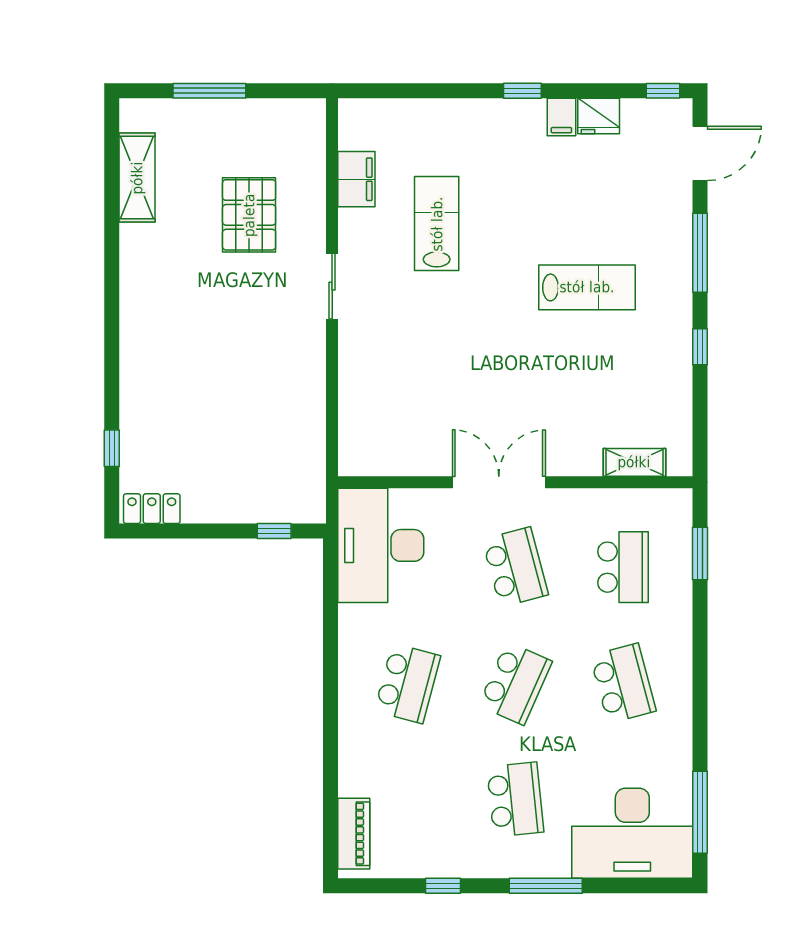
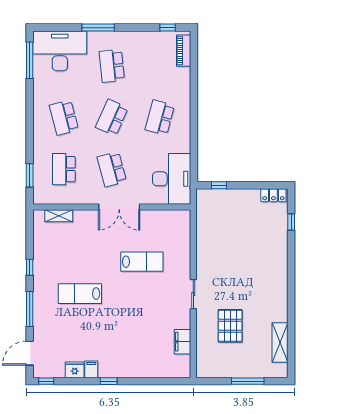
lab bench: (437, 224) -> (142, 262), moved, turned -90
window: (443, 886) -> (168, 28), moved

